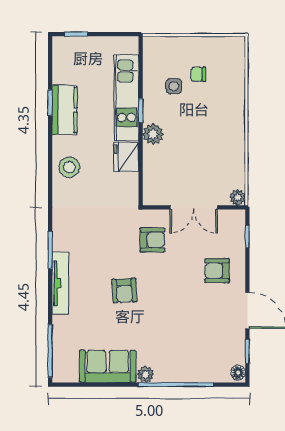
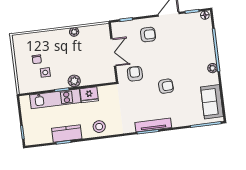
plant: (237, 197) -> (74, 32), moved
armchair: (217, 271) -> (148, 35), turned -90
tv unit: (60, 283) -> (153, 125), moved
sofa: (108, 366) -> (212, 102), moved

